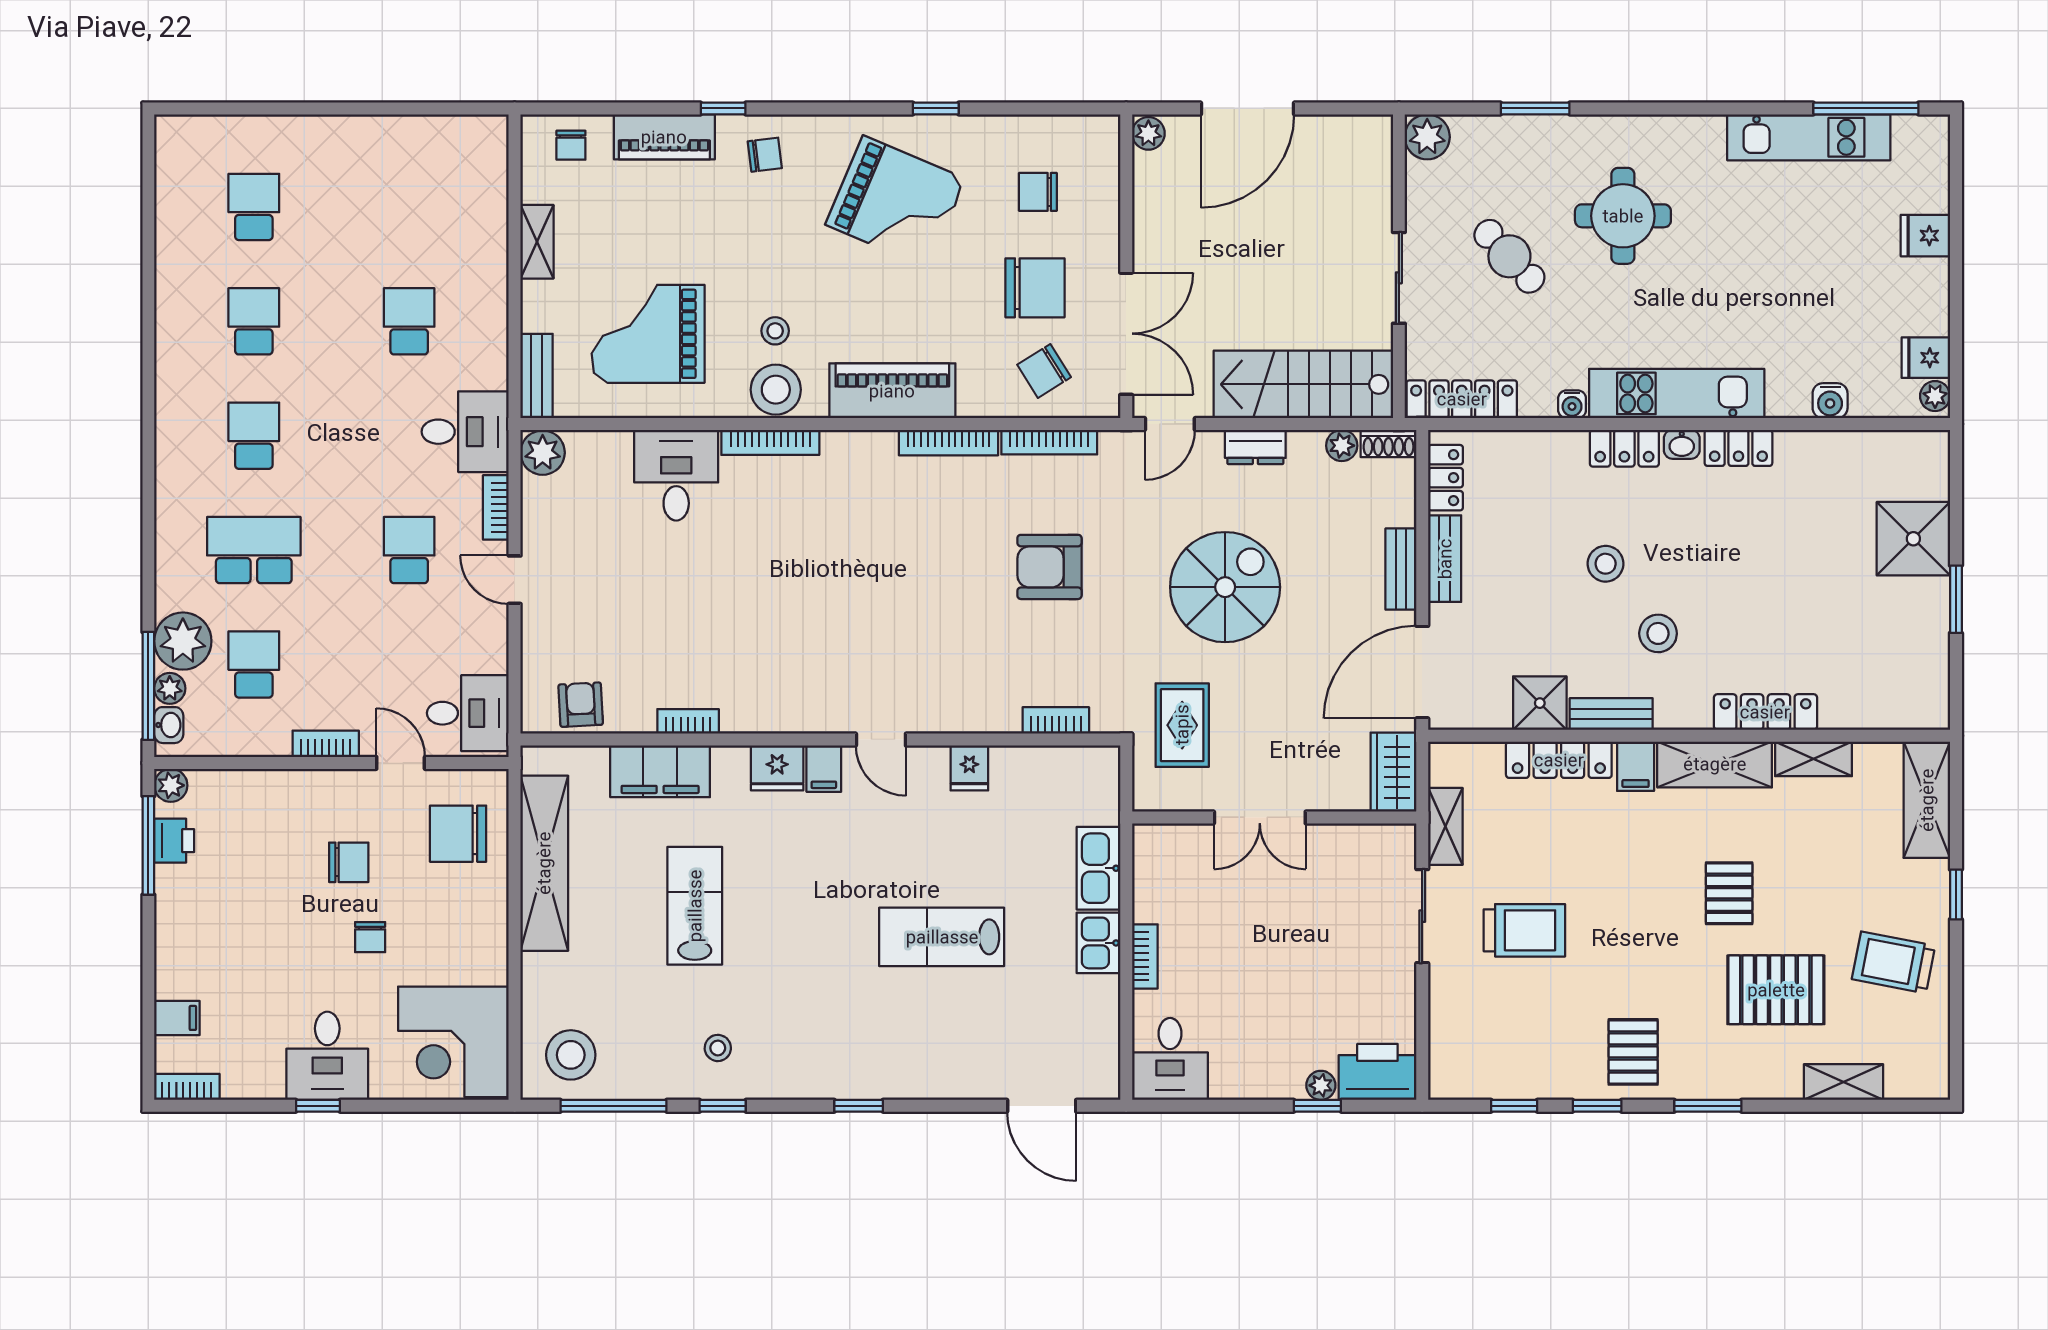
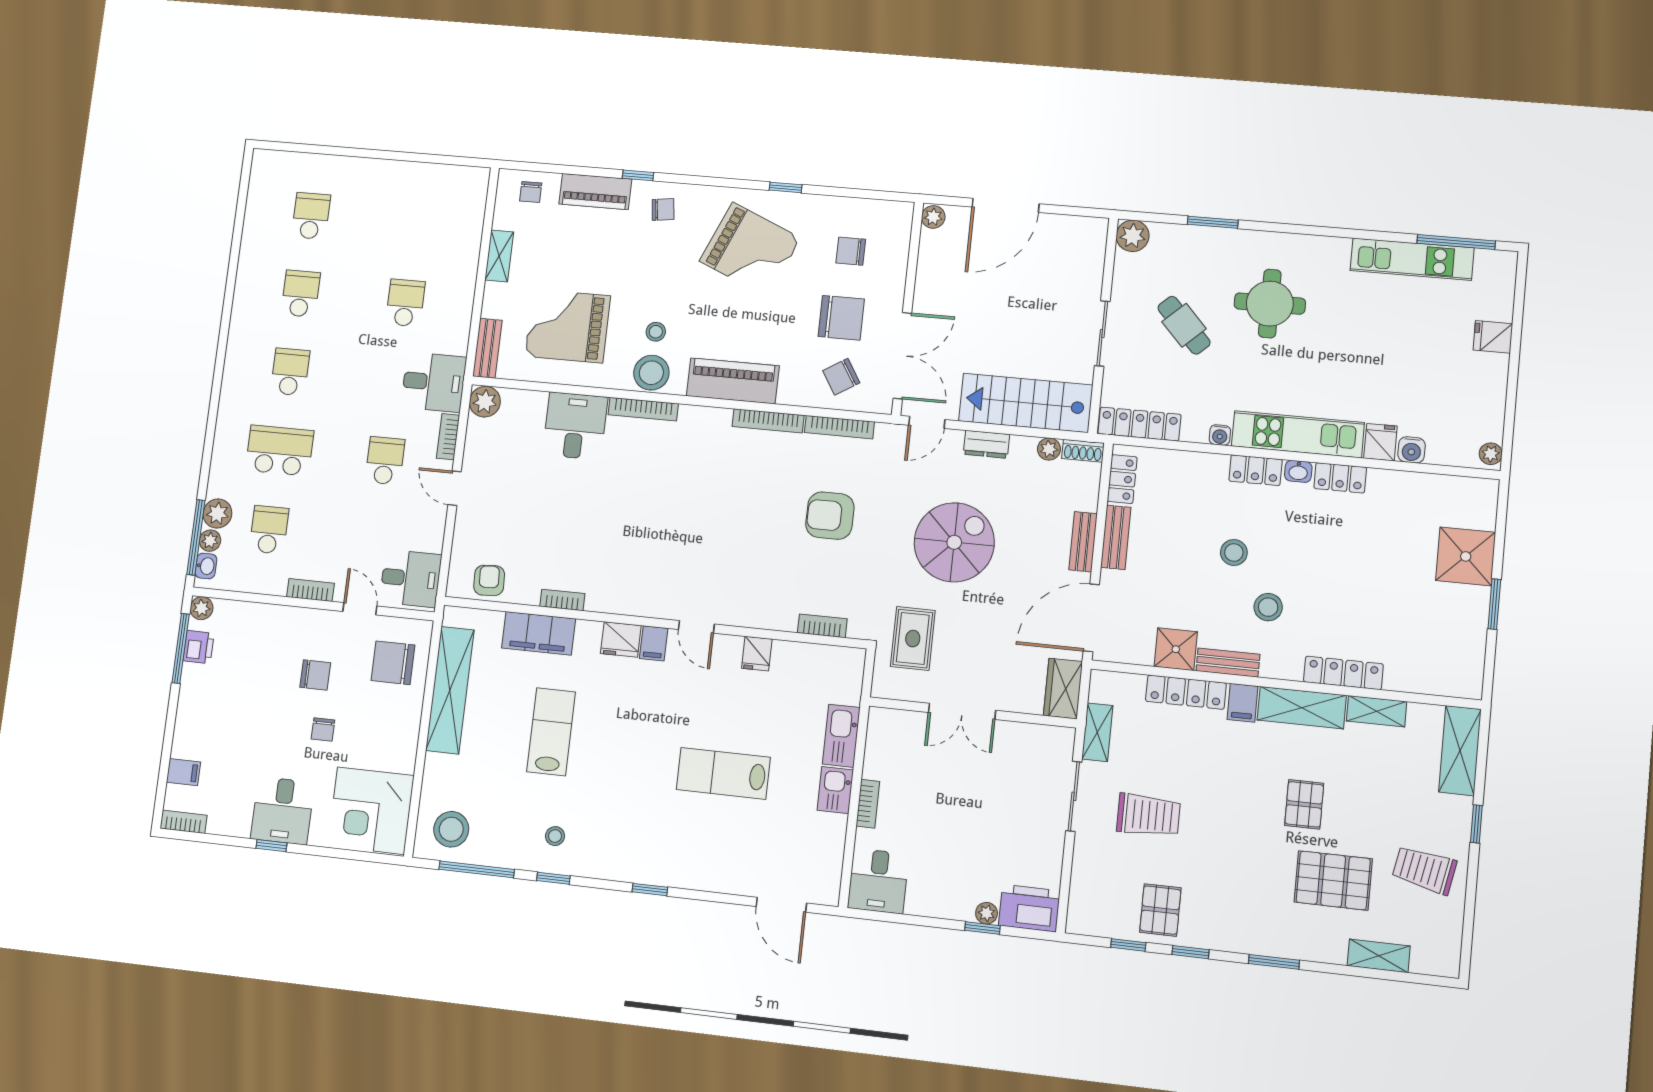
fridge: (1926, 358) -> (1380, 442), moved, turned 90
plant: (183, 641) -> (217, 513), width x0.73, depth x0.73
pallet: (1633, 1052) -> (1160, 910), moved

